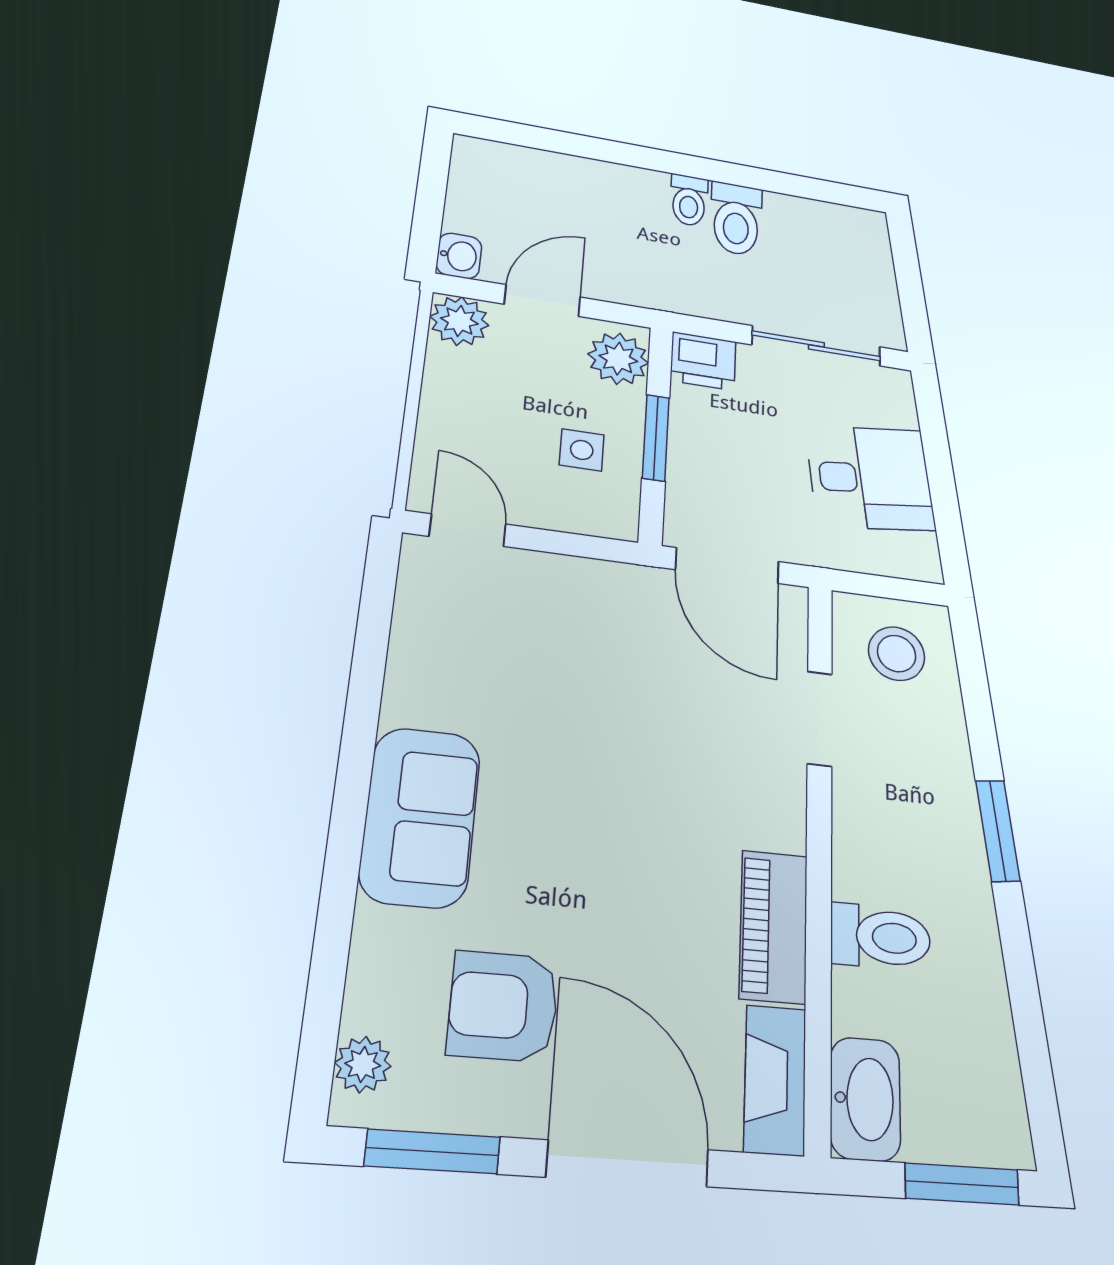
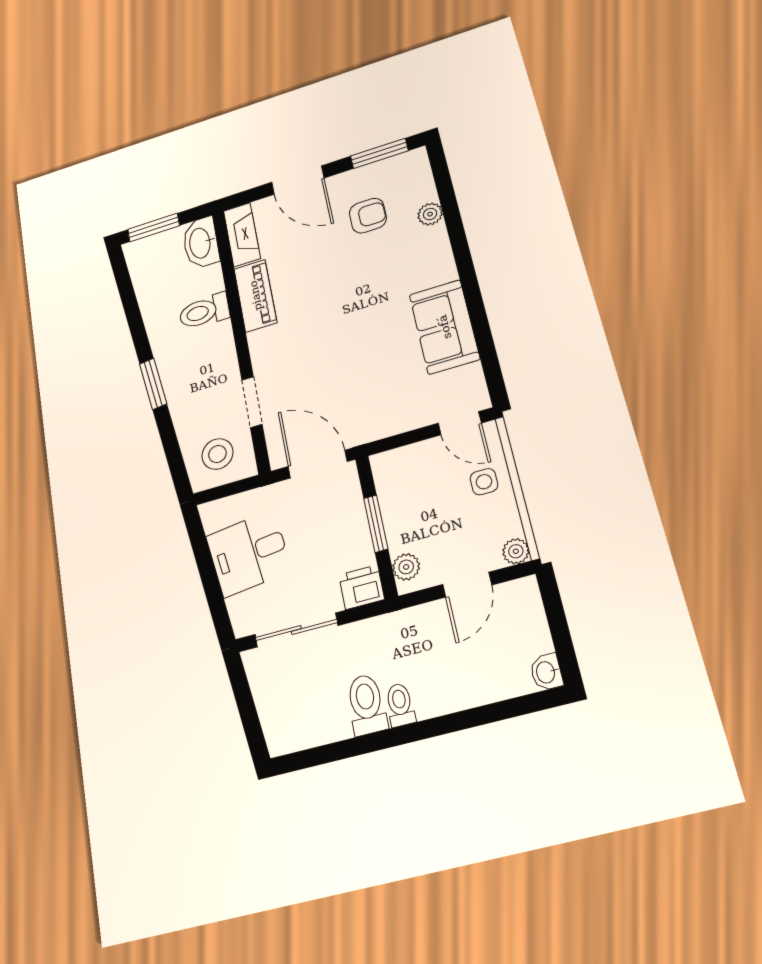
washbasin: (459, 256) -> (546, 672), moved
plant: (459, 321) -> (516, 551), width x0.73, depth x0.73
plant: (618, 359) -> (406, 567), width x0.73, depth x0.73
side table: (582, 450) -> (484, 482), moved
sofa: (420, 817) -> (444, 327), moved
armchair: (503, 1006) -> (368, 216), width x0.72, depth x0.72
plant: (363, 1064) -> (430, 214), moved
door: (628, 1163) -> (298, 180), width x0.73

